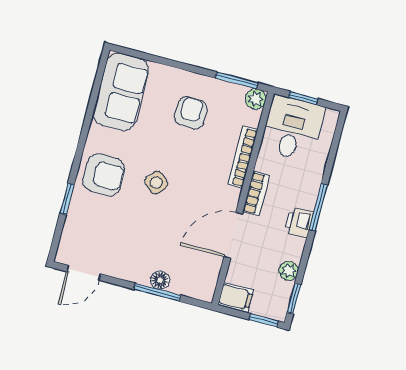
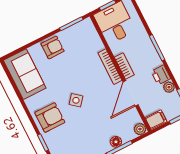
plant: (256, 99) -> (140, 129), moved
armchair: (191, 113) -> (53, 47), moved, turned 90
bookcase: (243, 157) -> (110, 67), moved
printer: (299, 222) -> (161, 75), moved

